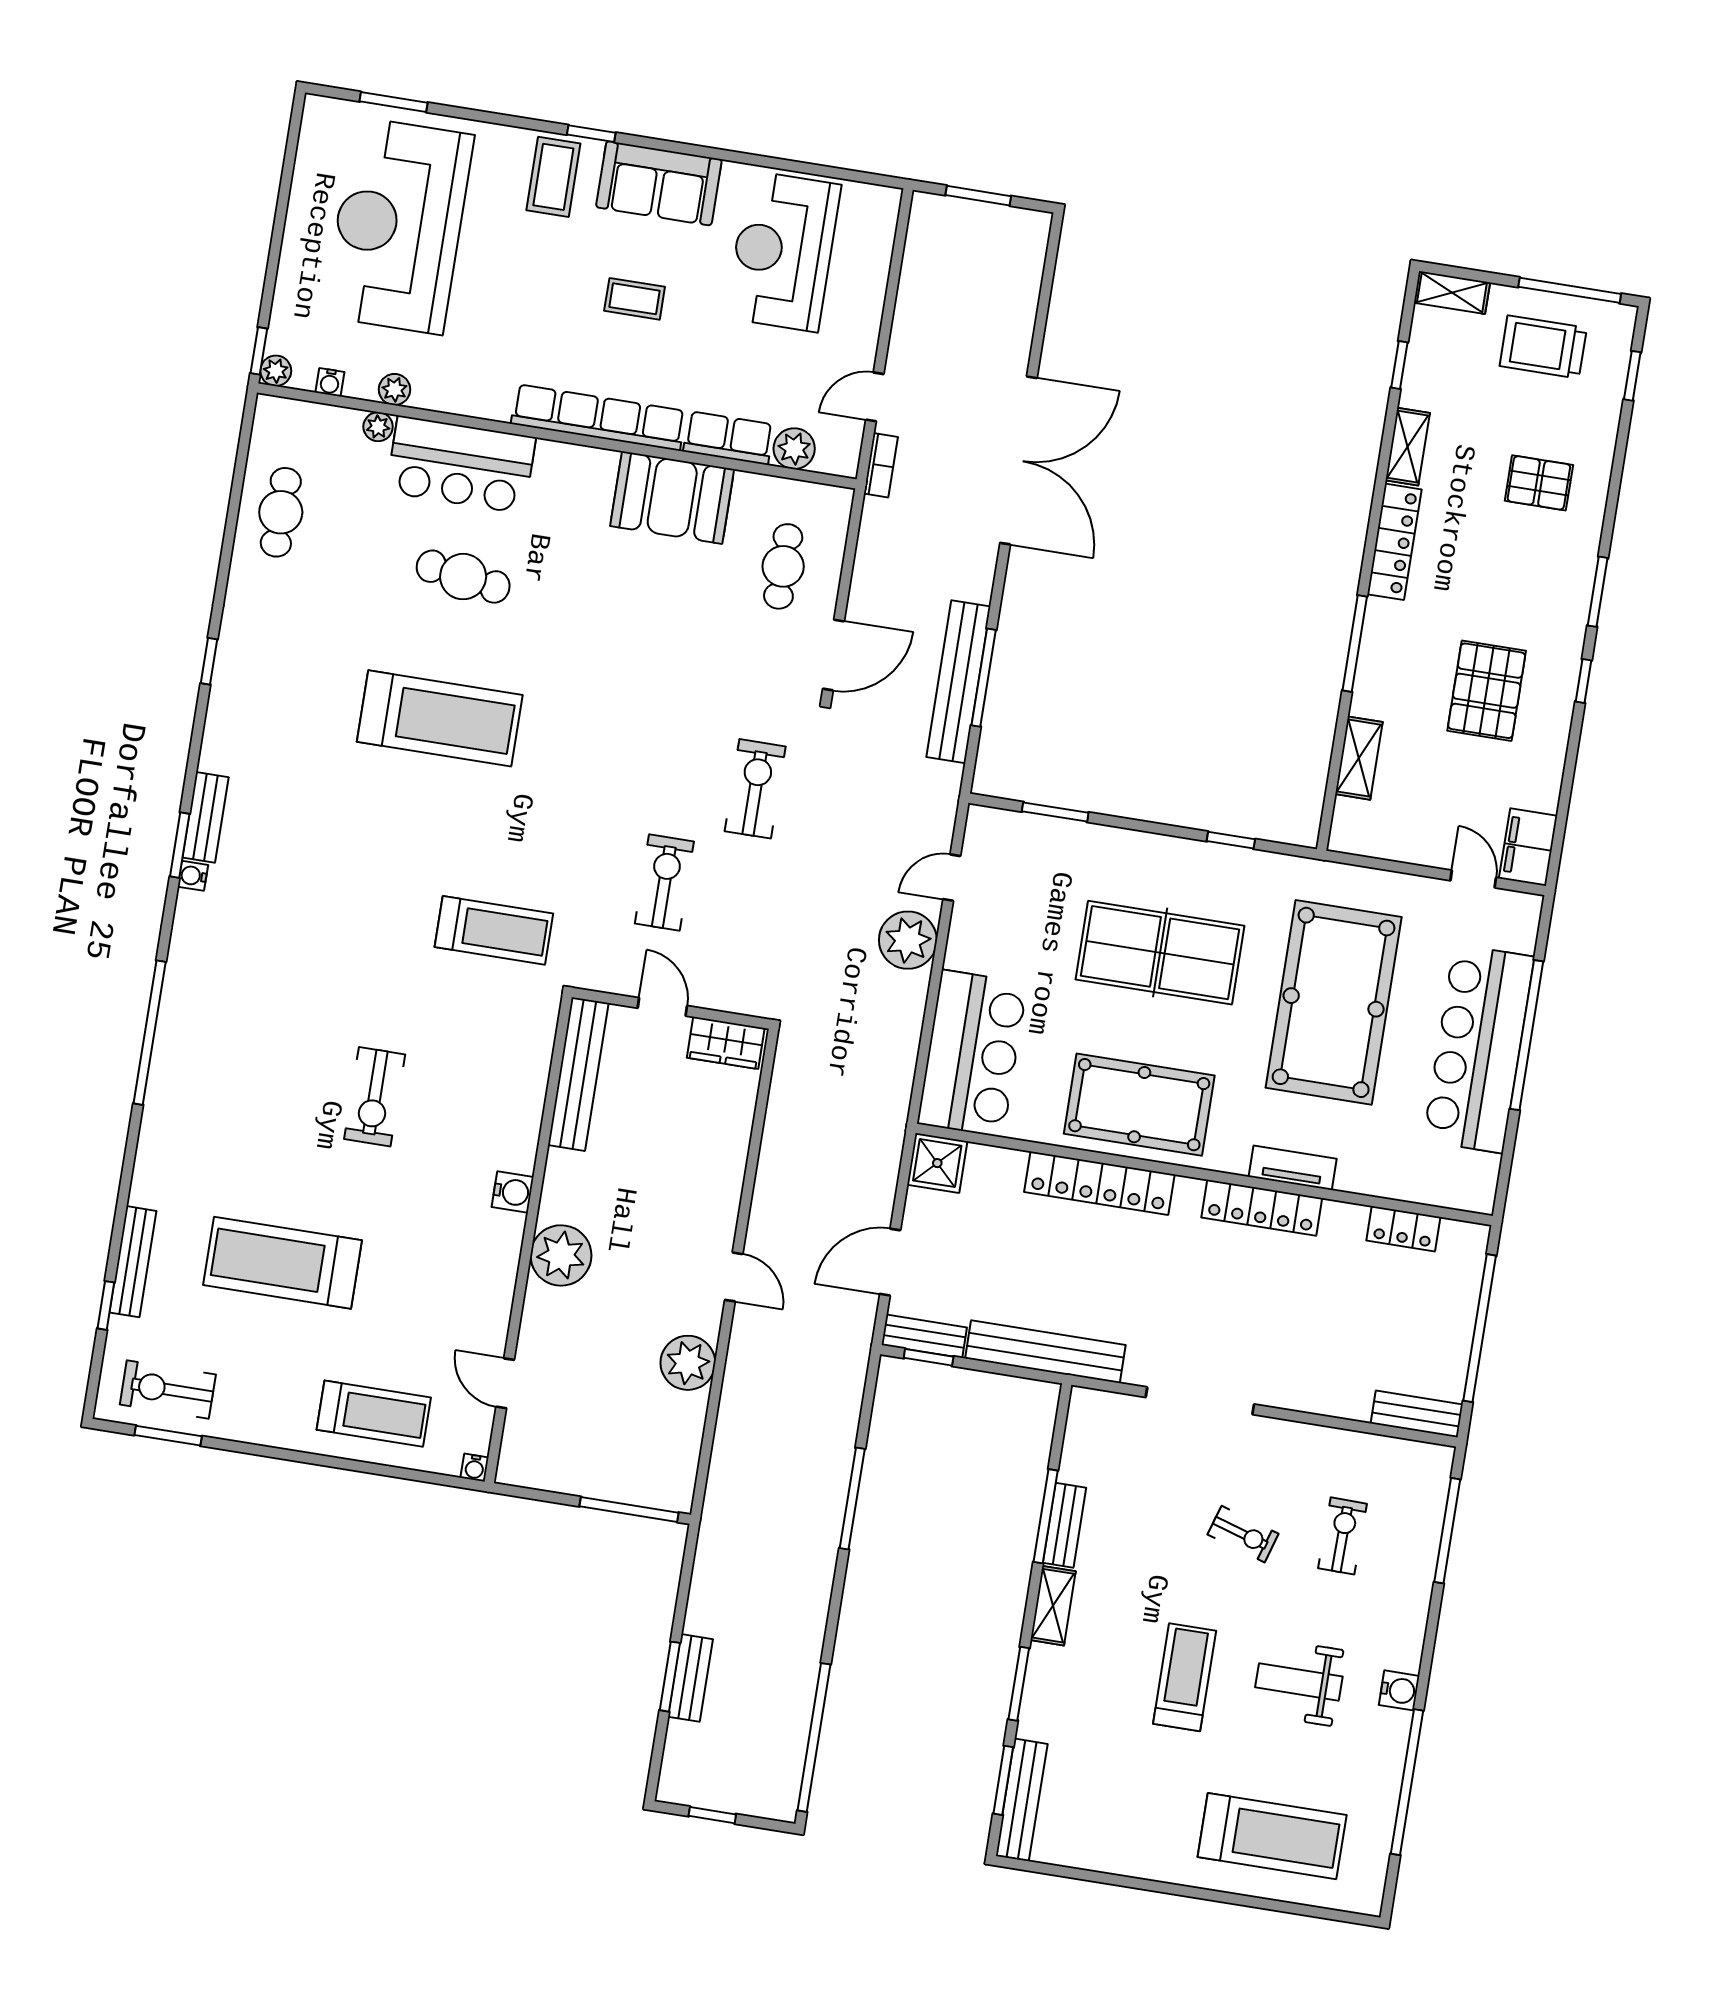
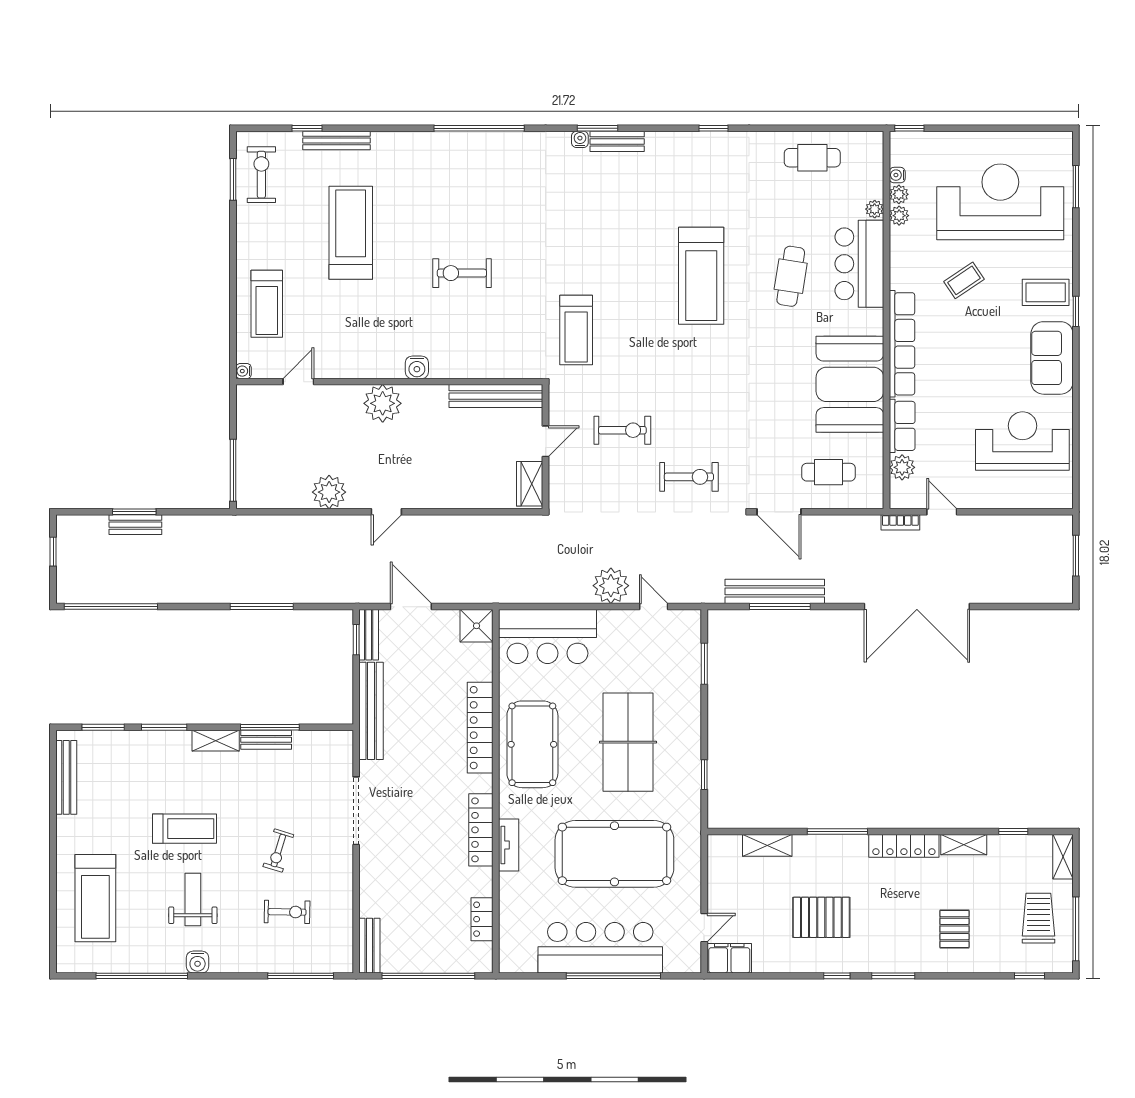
coffee table: (635, 299) -> (964, 280), moved, turned 56
plant: (276, 371) -> (899, 194), moved
booth: (672, 498) -> (850, 384), width x1.36, depth x1.42
bench: (1022, 1800) -> (66, 777), moved, turned 90

